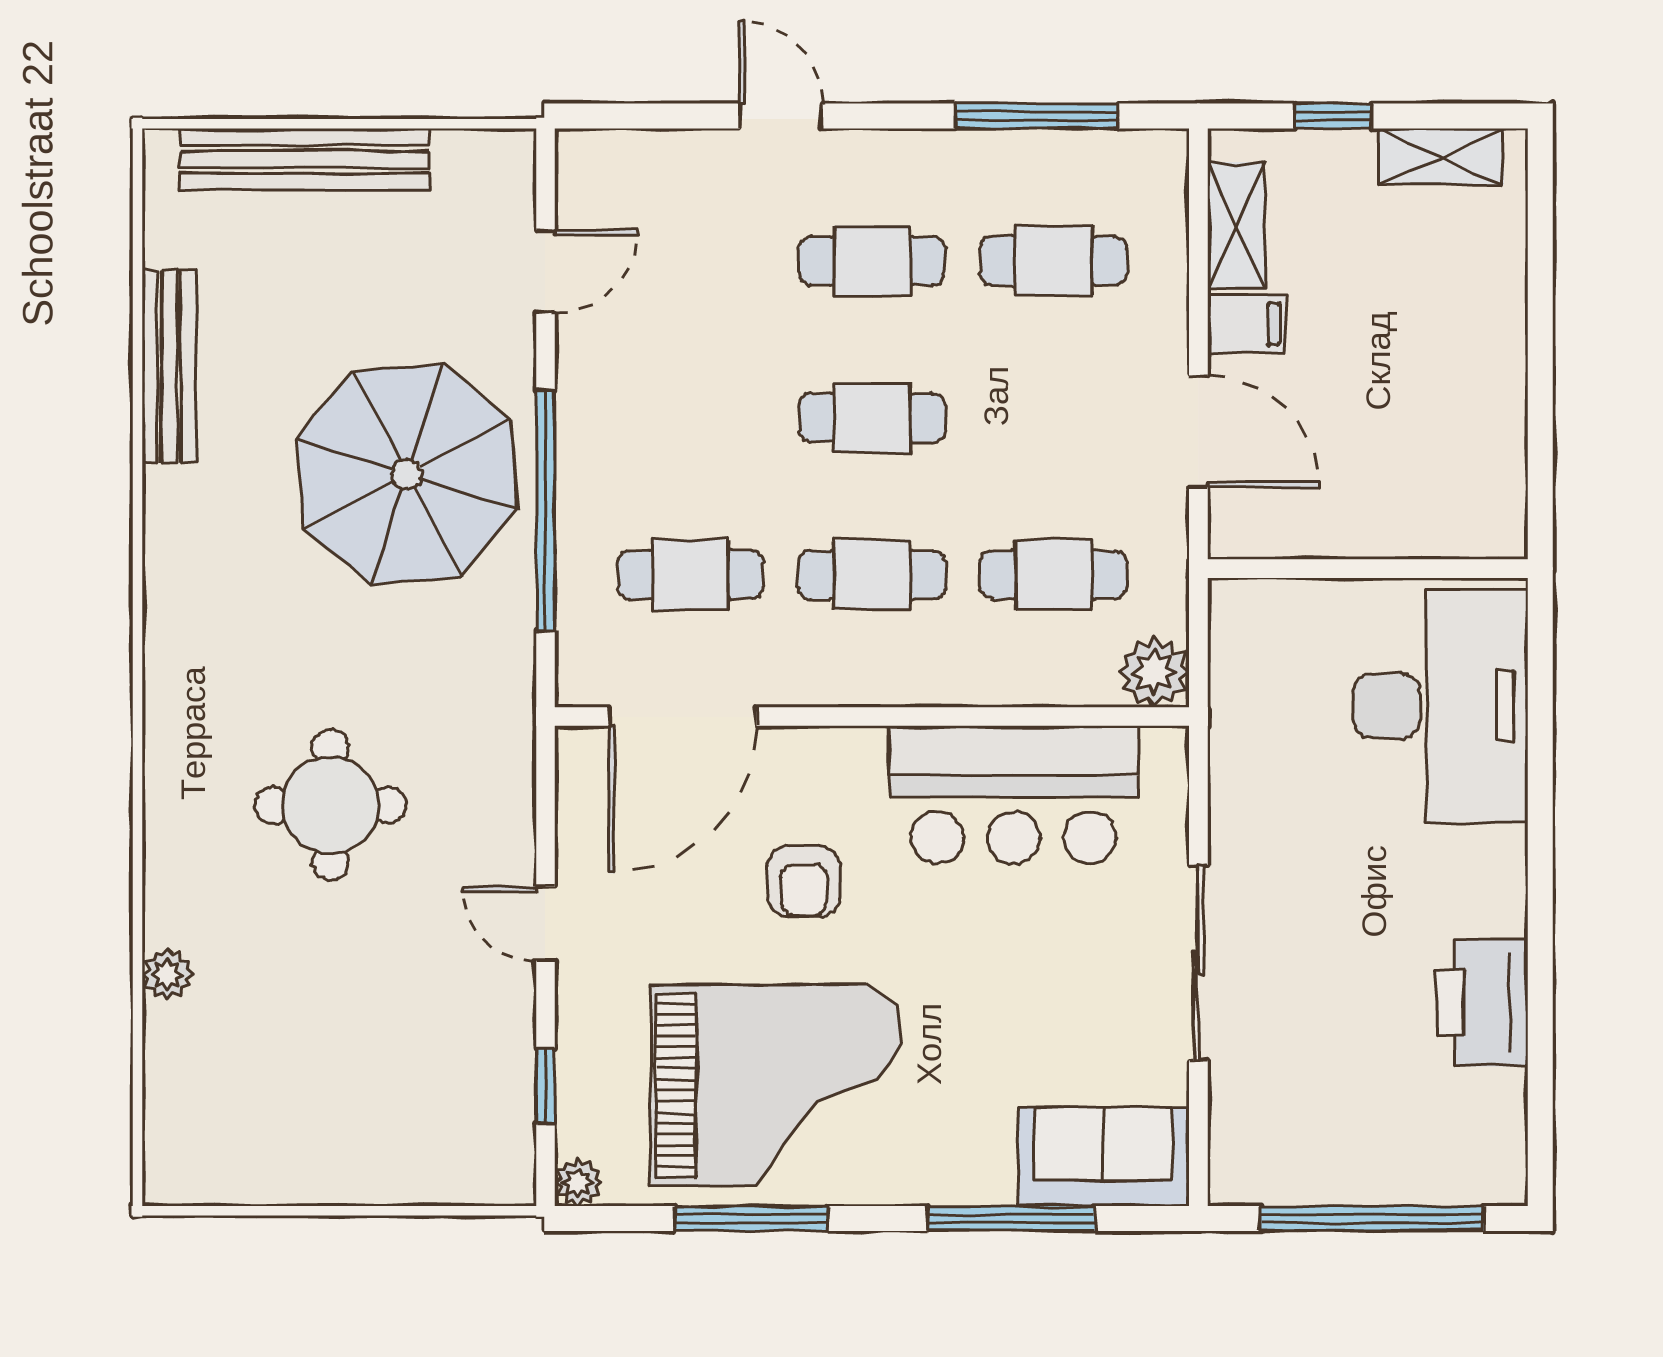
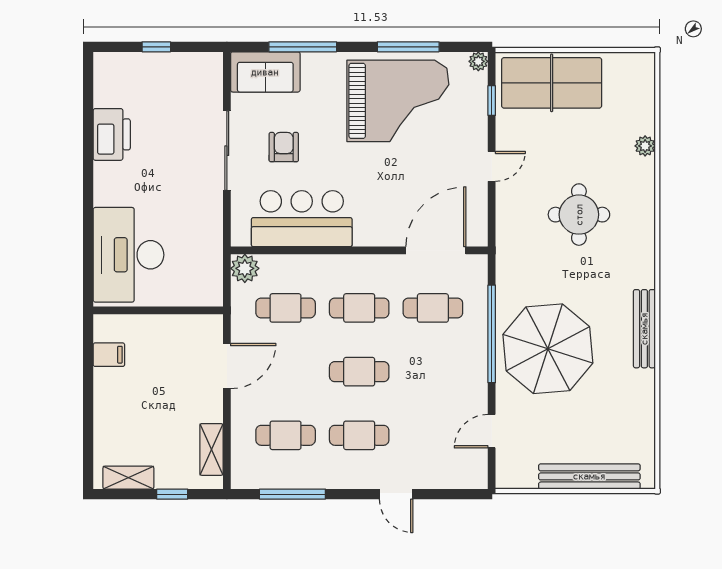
filing cabinet: (1247, 324) -> (109, 355), moved, turned 180
bench: (169, 366) -> (644, 329), moved
door: (1198, 432) -> (227, 366), swing flipped
armchair: (804, 881) -> (284, 147), moved
door: (545, 924) -> (492, 166), hinge flipped
grand piano: (776, 1085) -> (398, 101), turned 180
table tennis table: (398, 1130) -> (552, 83), added
window: (1372, 1219) -> (156, 47), width x0.32

